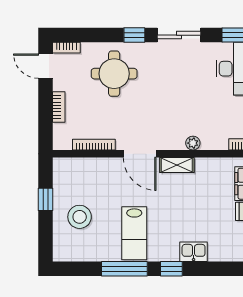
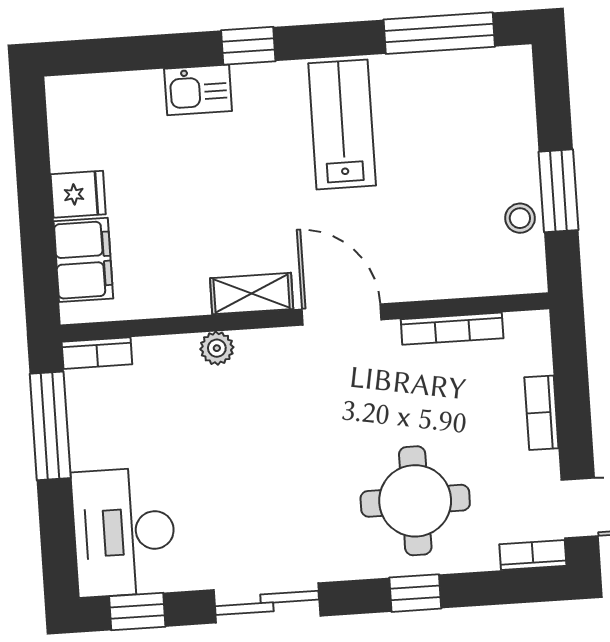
window: (134, 35) -> (415, 593), moved
window: (45, 199) -> (559, 191), width x1.50
stool: (80, 217) -> (520, 218), moved, width x0.53, depth x0.53
window: (124, 269) -> (439, 33), moved

